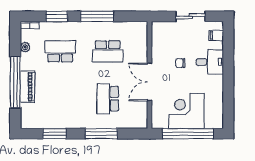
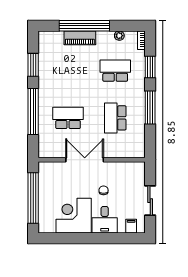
school desk: (60, 51) -> (115, 71), turned -90
corner desk: (186, 111) -> (74, 216), moved, turned -90
window: (101, 134) -> (33, 111), width x1.46

